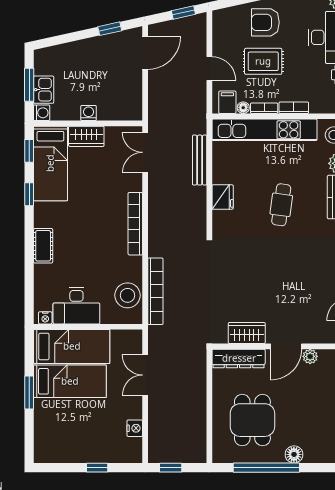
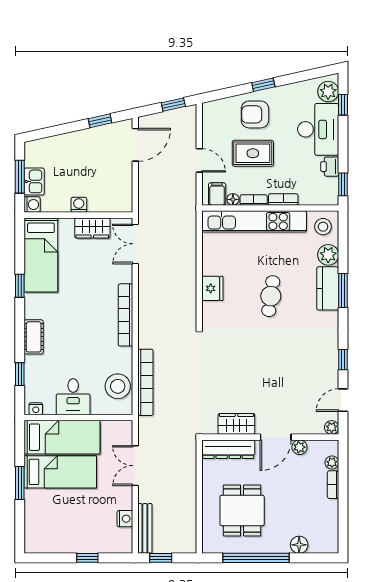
wardrobe: (86, 136) -> (92, 228), moved
window: (29, 151) -> (20, 374), moved
bench: (200, 160) -> (145, 528), moved
desk: (76, 306) -> (73, 397), width x0.73
floor lamp: (294, 454) -> (299, 545), moved

